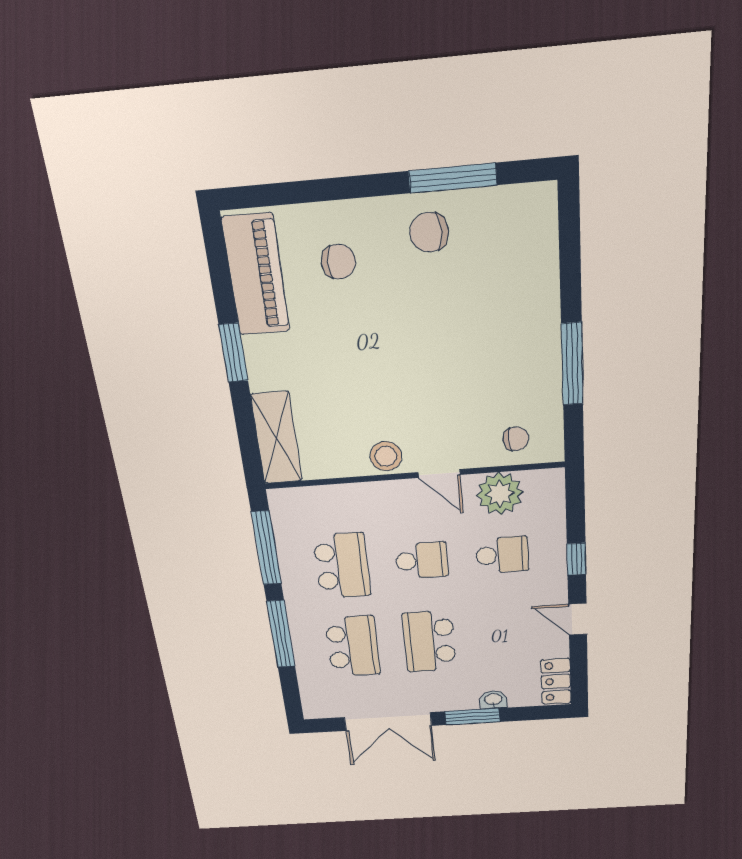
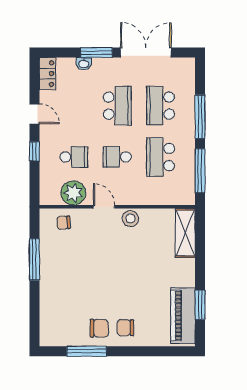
chair: (339, 262) -> (125, 328), moved
window: (233, 353) -> (200, 305), moved
school desk: (502, 555) -> (74, 157), turned 180

